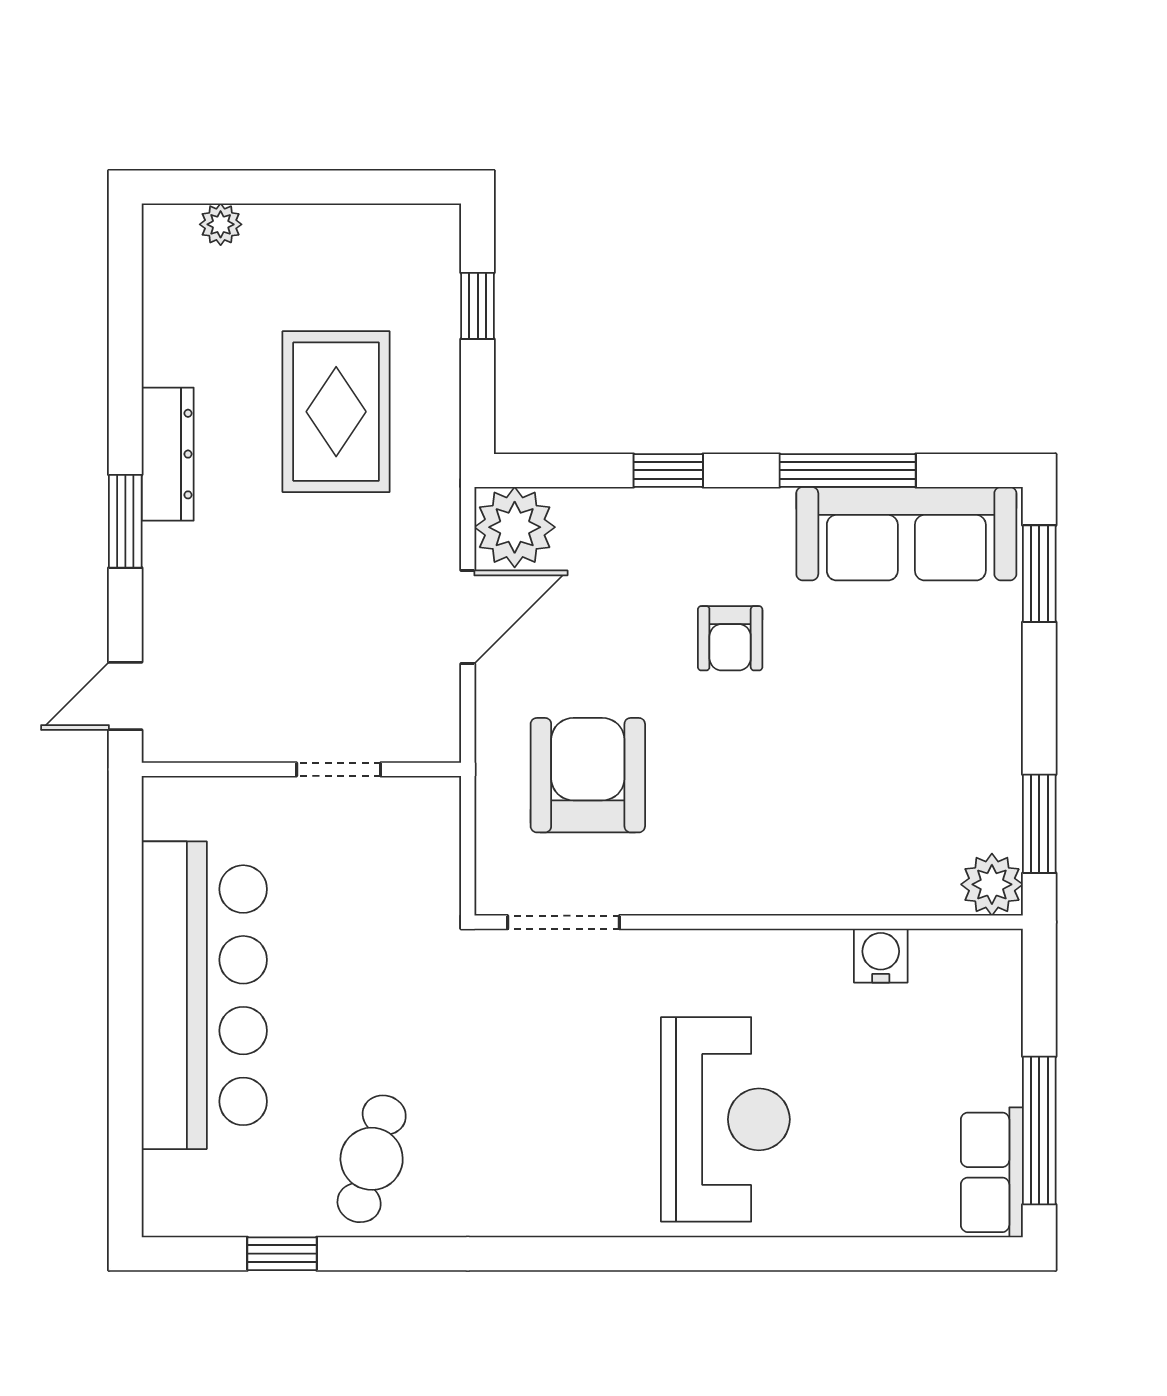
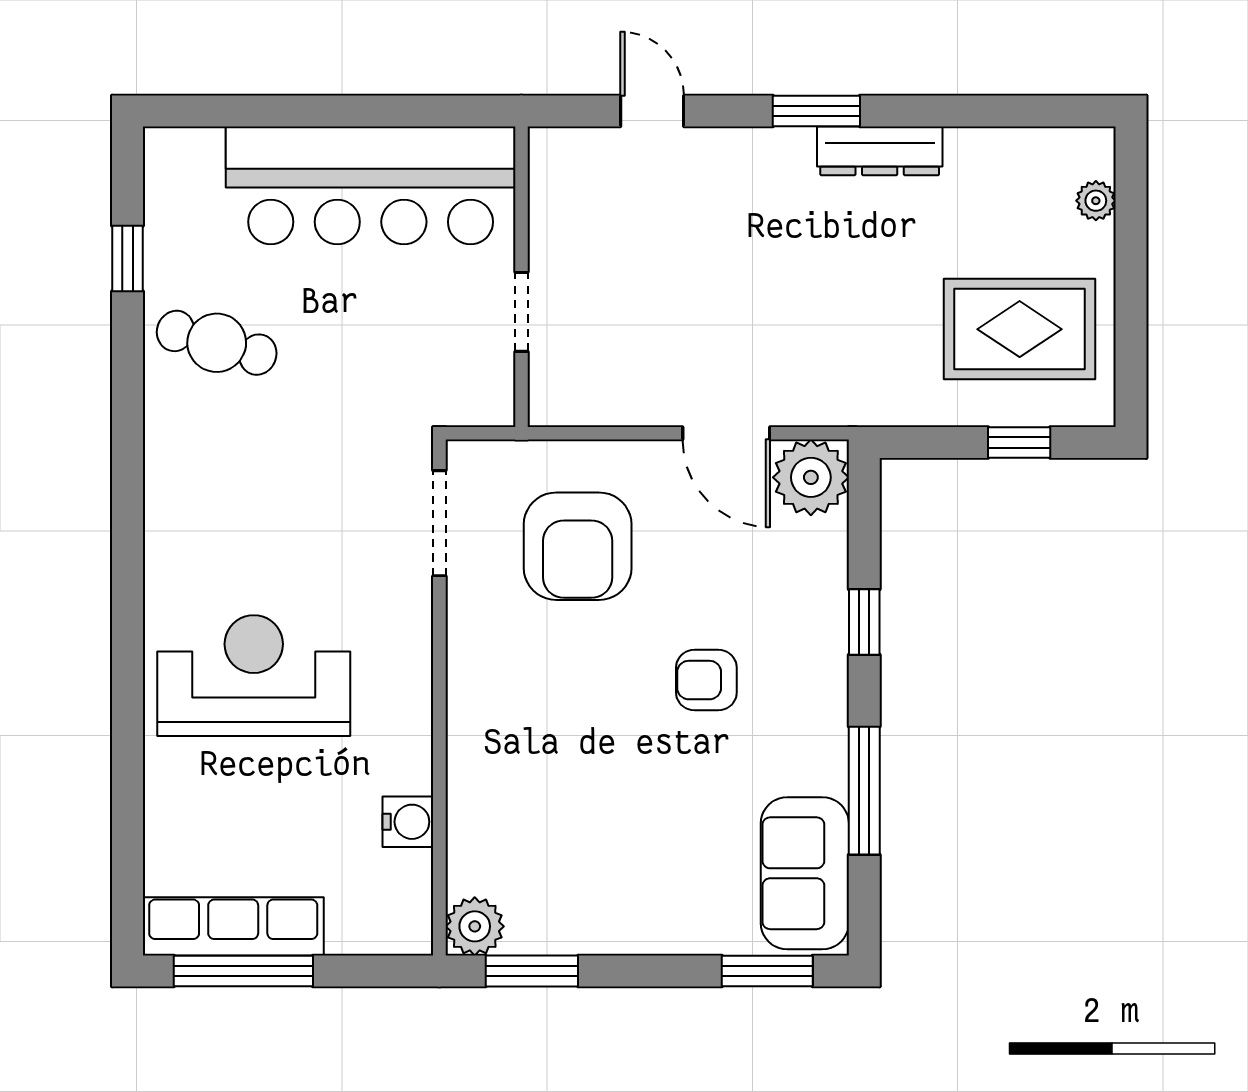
rug: (336, 412) -> (1020, 329), moved
sofa: (906, 534) -> (805, 873), width x0.73
wall: (301, 769) -> (521, 277), moved
doorway: (339, 769) -> (521, 312), moved
armchair: (588, 775) -> (578, 546), turned 90
reception desk: (725, 1119) -> (254, 676), turned 180
row of seats: (992, 1172) -> (233, 926), width x1.48

